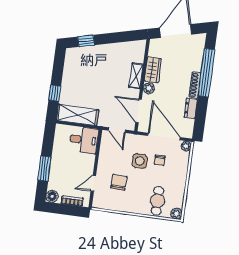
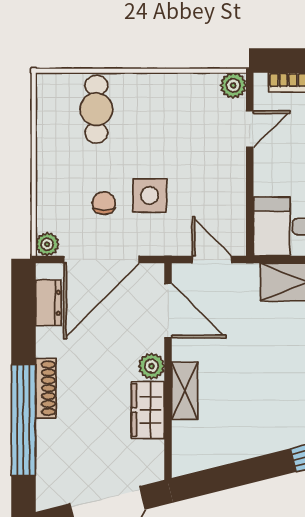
dresser: (191, 108) -> (48, 303), moved
door: (164, 136) -> (102, 259), hinge flipped
chair: (119, 182) -> (191, 140), removed
plant: (176, 214) -> (233, 85), moved

